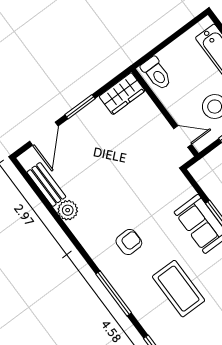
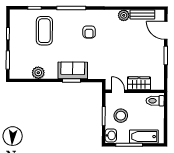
wardrobe: (122, 94) -> (139, 83), moved, turned 90
door: (183, 136) -> (118, 91), swing flipped
coffee table: (179, 289) -> (44, 31), moved, turned 90

